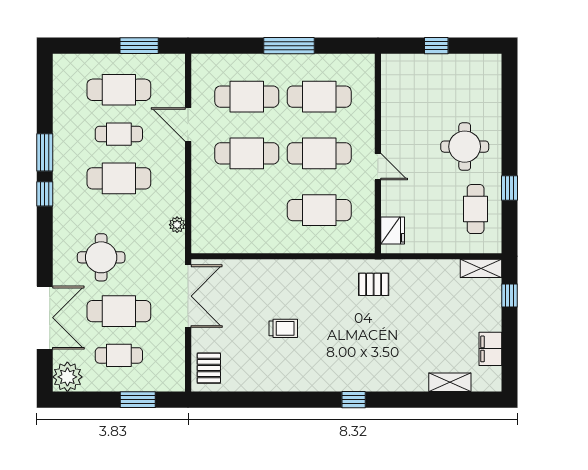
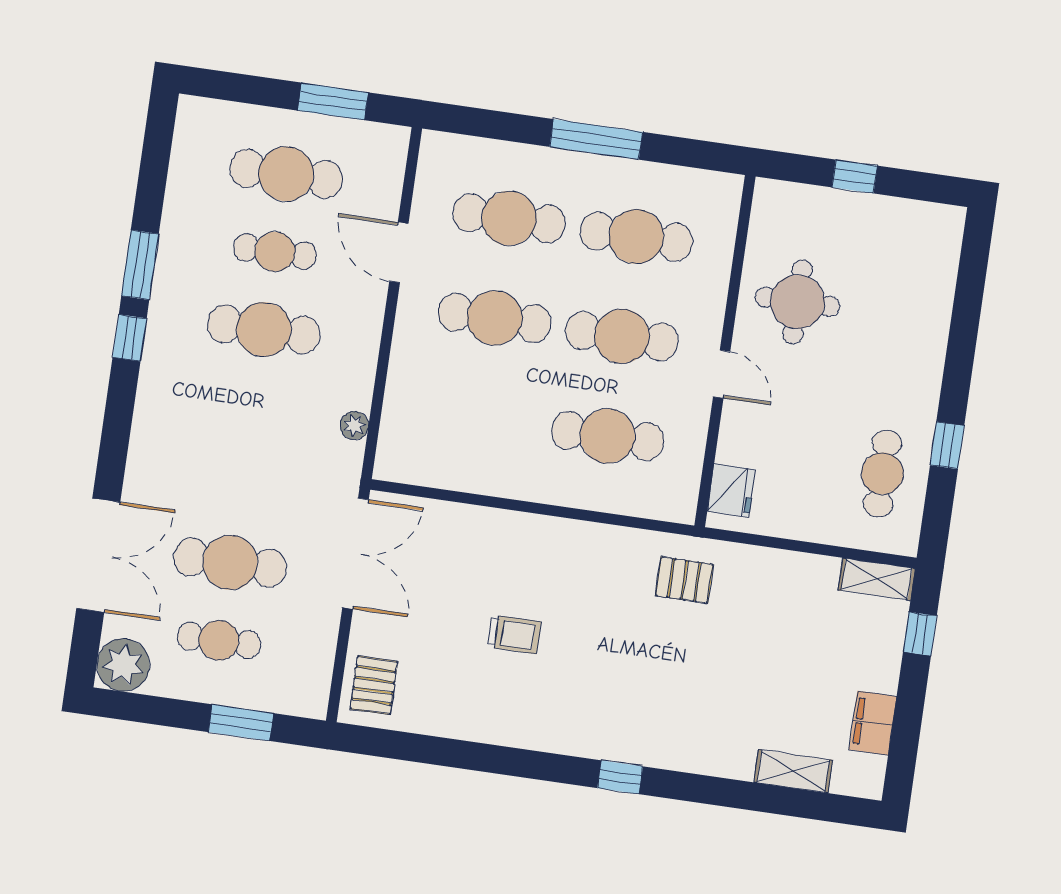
round table: (465, 147) -> (798, 302), moved
round table: (101, 257) -> (213, 464), removed

